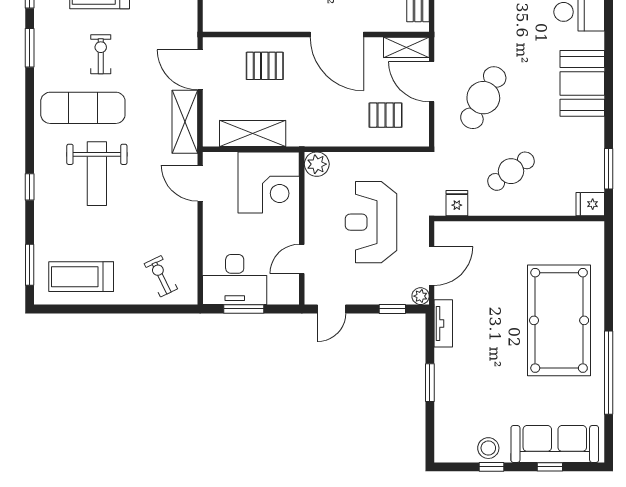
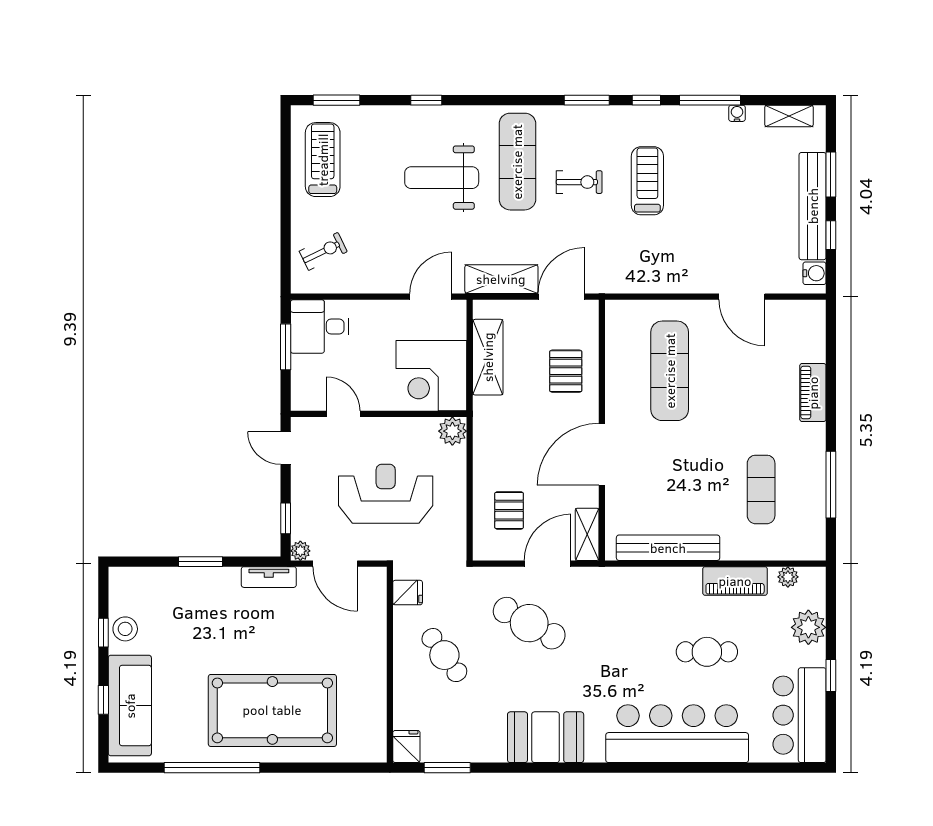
desk: (235, 279) -> (320, 326), width x0.73

